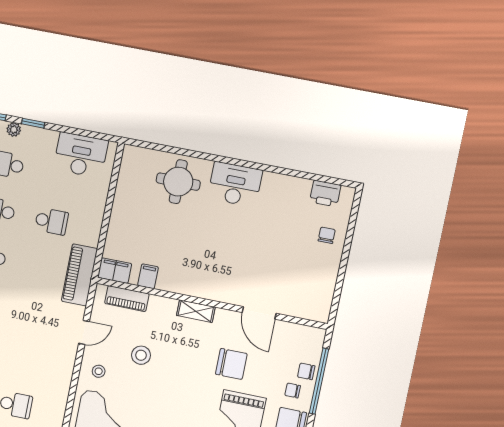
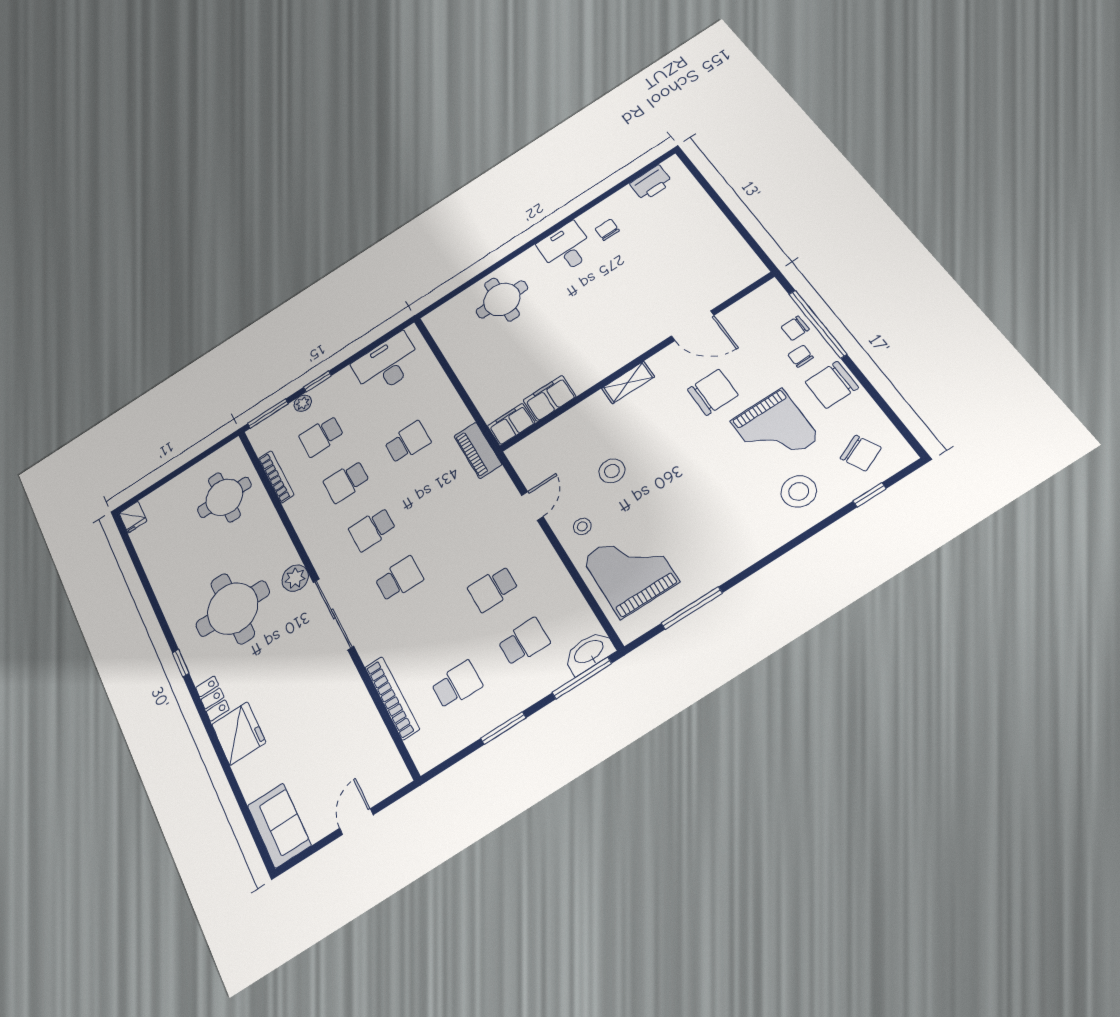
desk: (235, 184) -> (566, 248), width x0.73
chair: (327, 235) -> (607, 230), moved
piano: (80, 275) -> (478, 450), width x0.73, depth x0.75
filing cabinet: (148, 276) -> (550, 398), width x2.00
piano: (127, 299) -> (547, 436), removed
school desk: (25, 359) -> (493, 589), added
chair: (293, 390) -> (801, 356), turned 90

